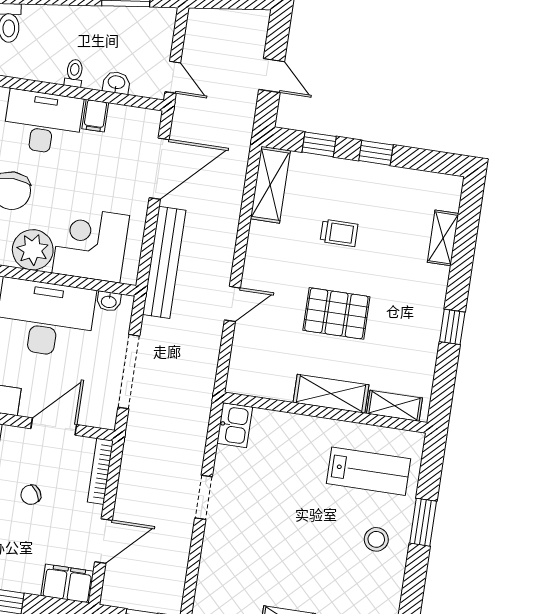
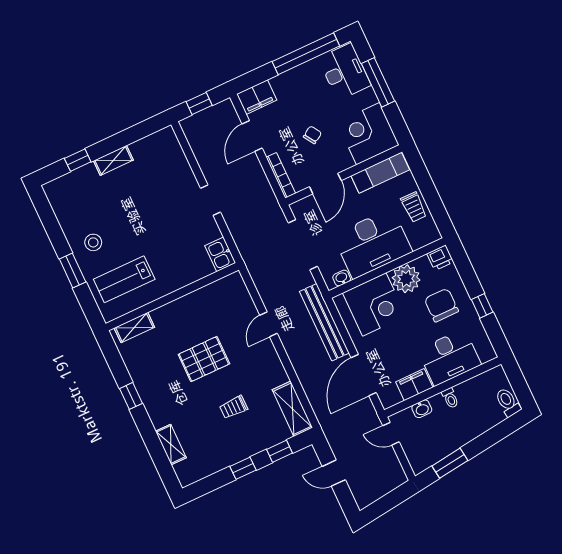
filing cabinet: (95, 116) -> (414, 385), width x2.00
shelving: (331, 394) -> (176, 310), removed

